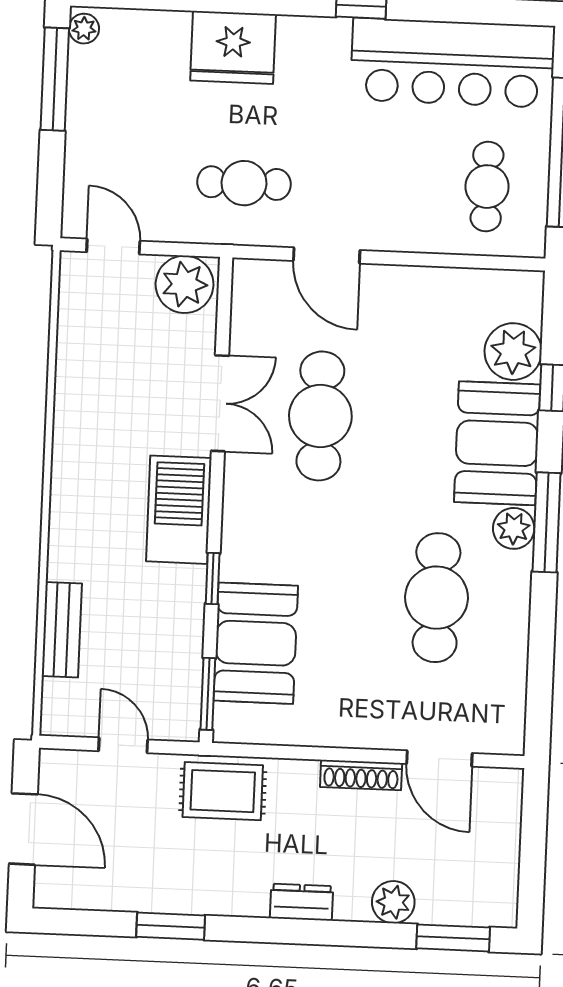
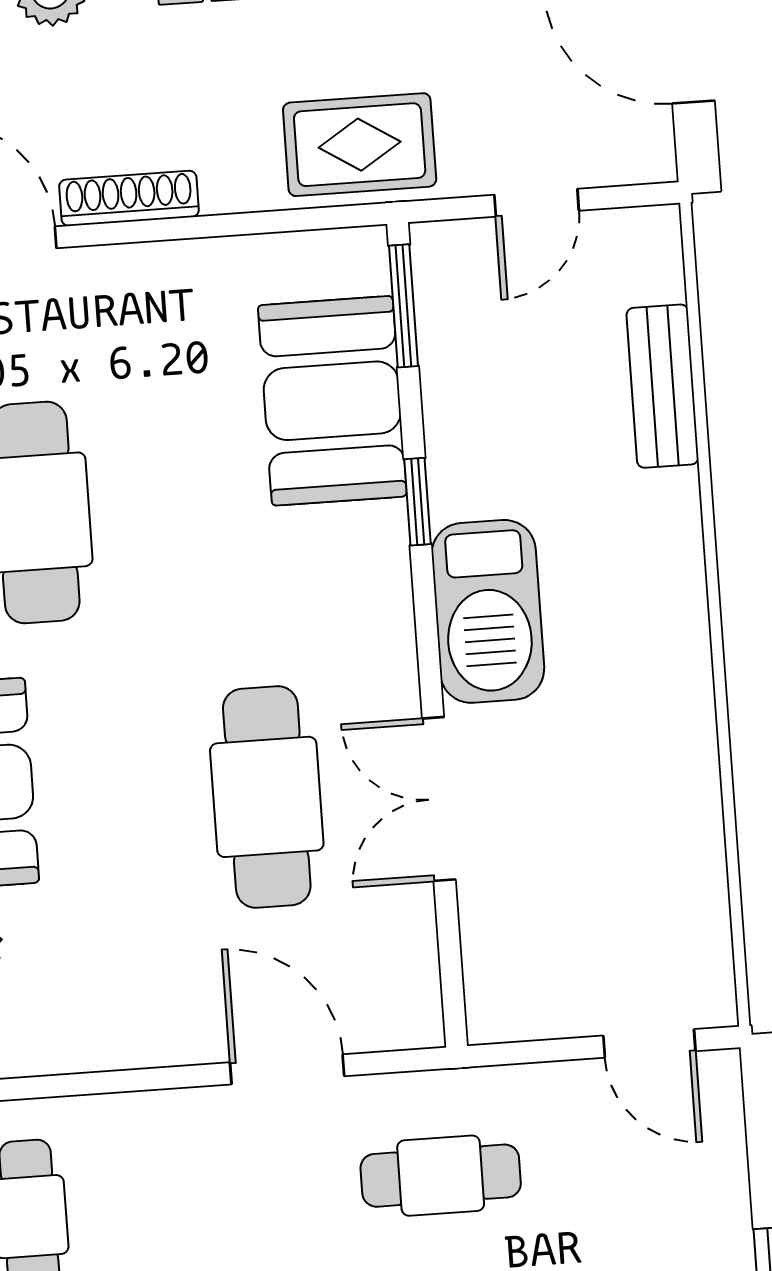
plant: (185, 284) -> (522, 993), removed
door: (123, 745) -> (537, 203), hinge flipped

